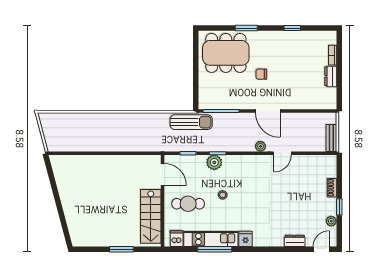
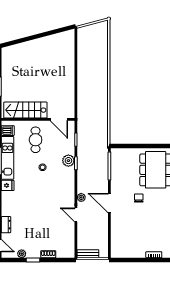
dresser: (331, 76) -> (137, 253), removed
door: (268, 111) -> (109, 203), hinge flipped
sun lounger: (191, 122) -> (101, 142), removed
door: (163, 174) -> (59, 119), hinge flipped

